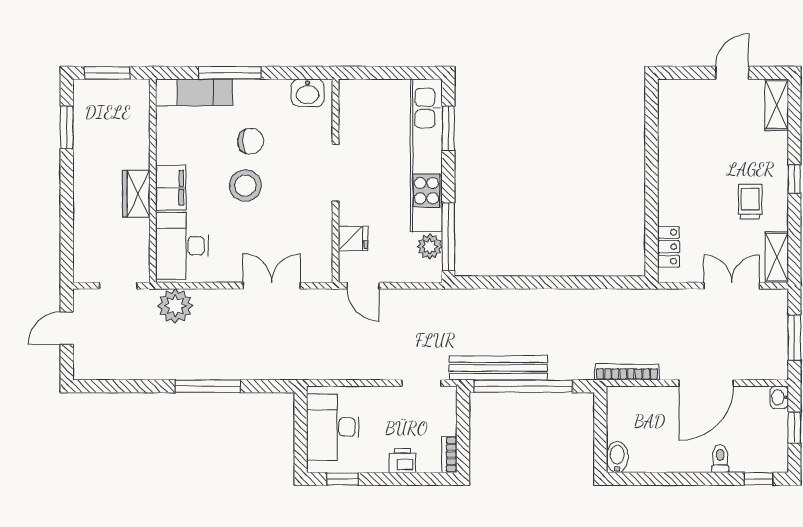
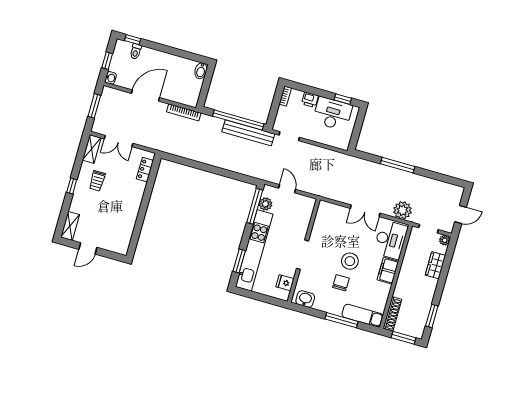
shoe rack: (140, 111) -> (392, 314), added
chair: (251, 141) -> (341, 283), turned 90
wardrobe: (136, 194) -> (435, 265), moved, turned 180
fridge: (353, 238) -> (285, 283), moved
plant: (83, 273) -> (445, 240), added
double door: (272, 286) -> (365, 211), moved
door: (363, 286) -> (287, 189), moved
desk: (333, 427) -> (332, 114), moved, turned -90
toilet: (720, 459) -> (136, 51), moved

